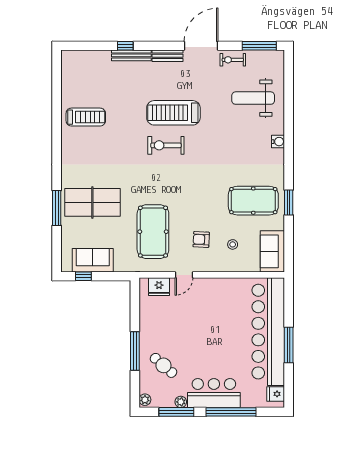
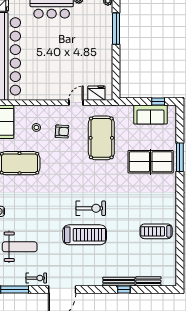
bench: (168, 56) -> (148, 281), moved
window: (135, 351) -> (116, 29), moved
cafe table: (163, 365) -> (93, 29), removed

